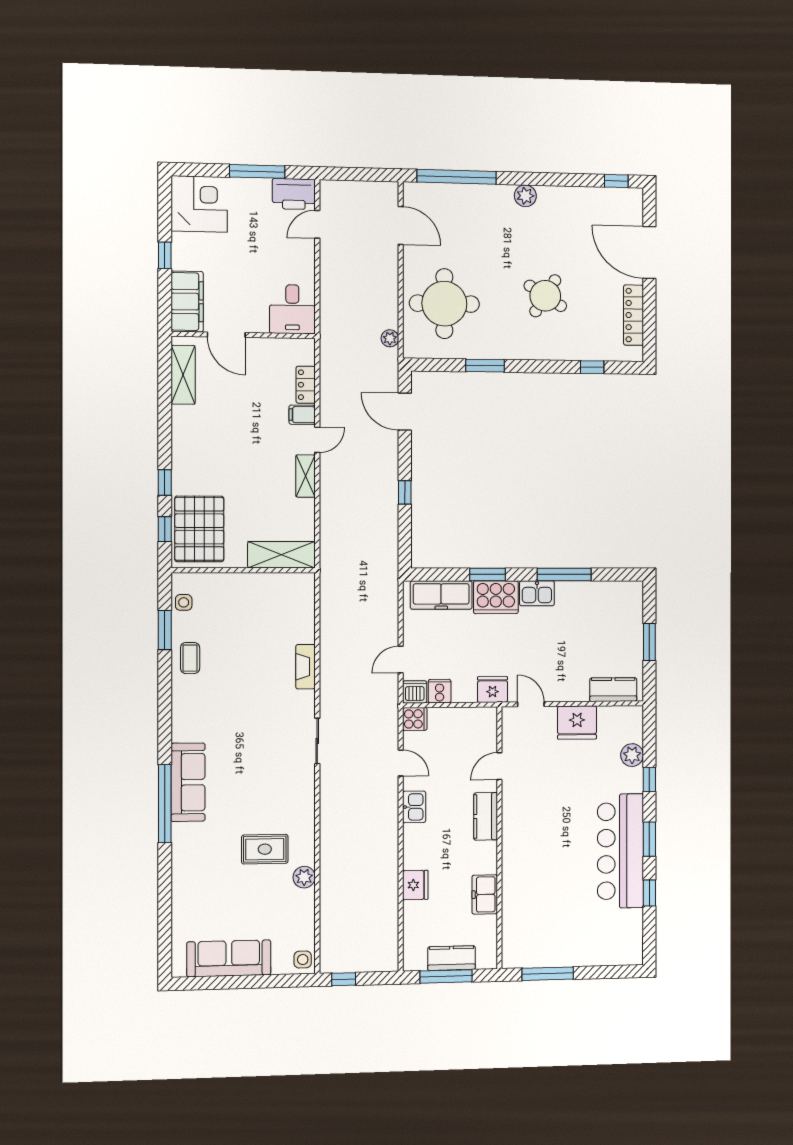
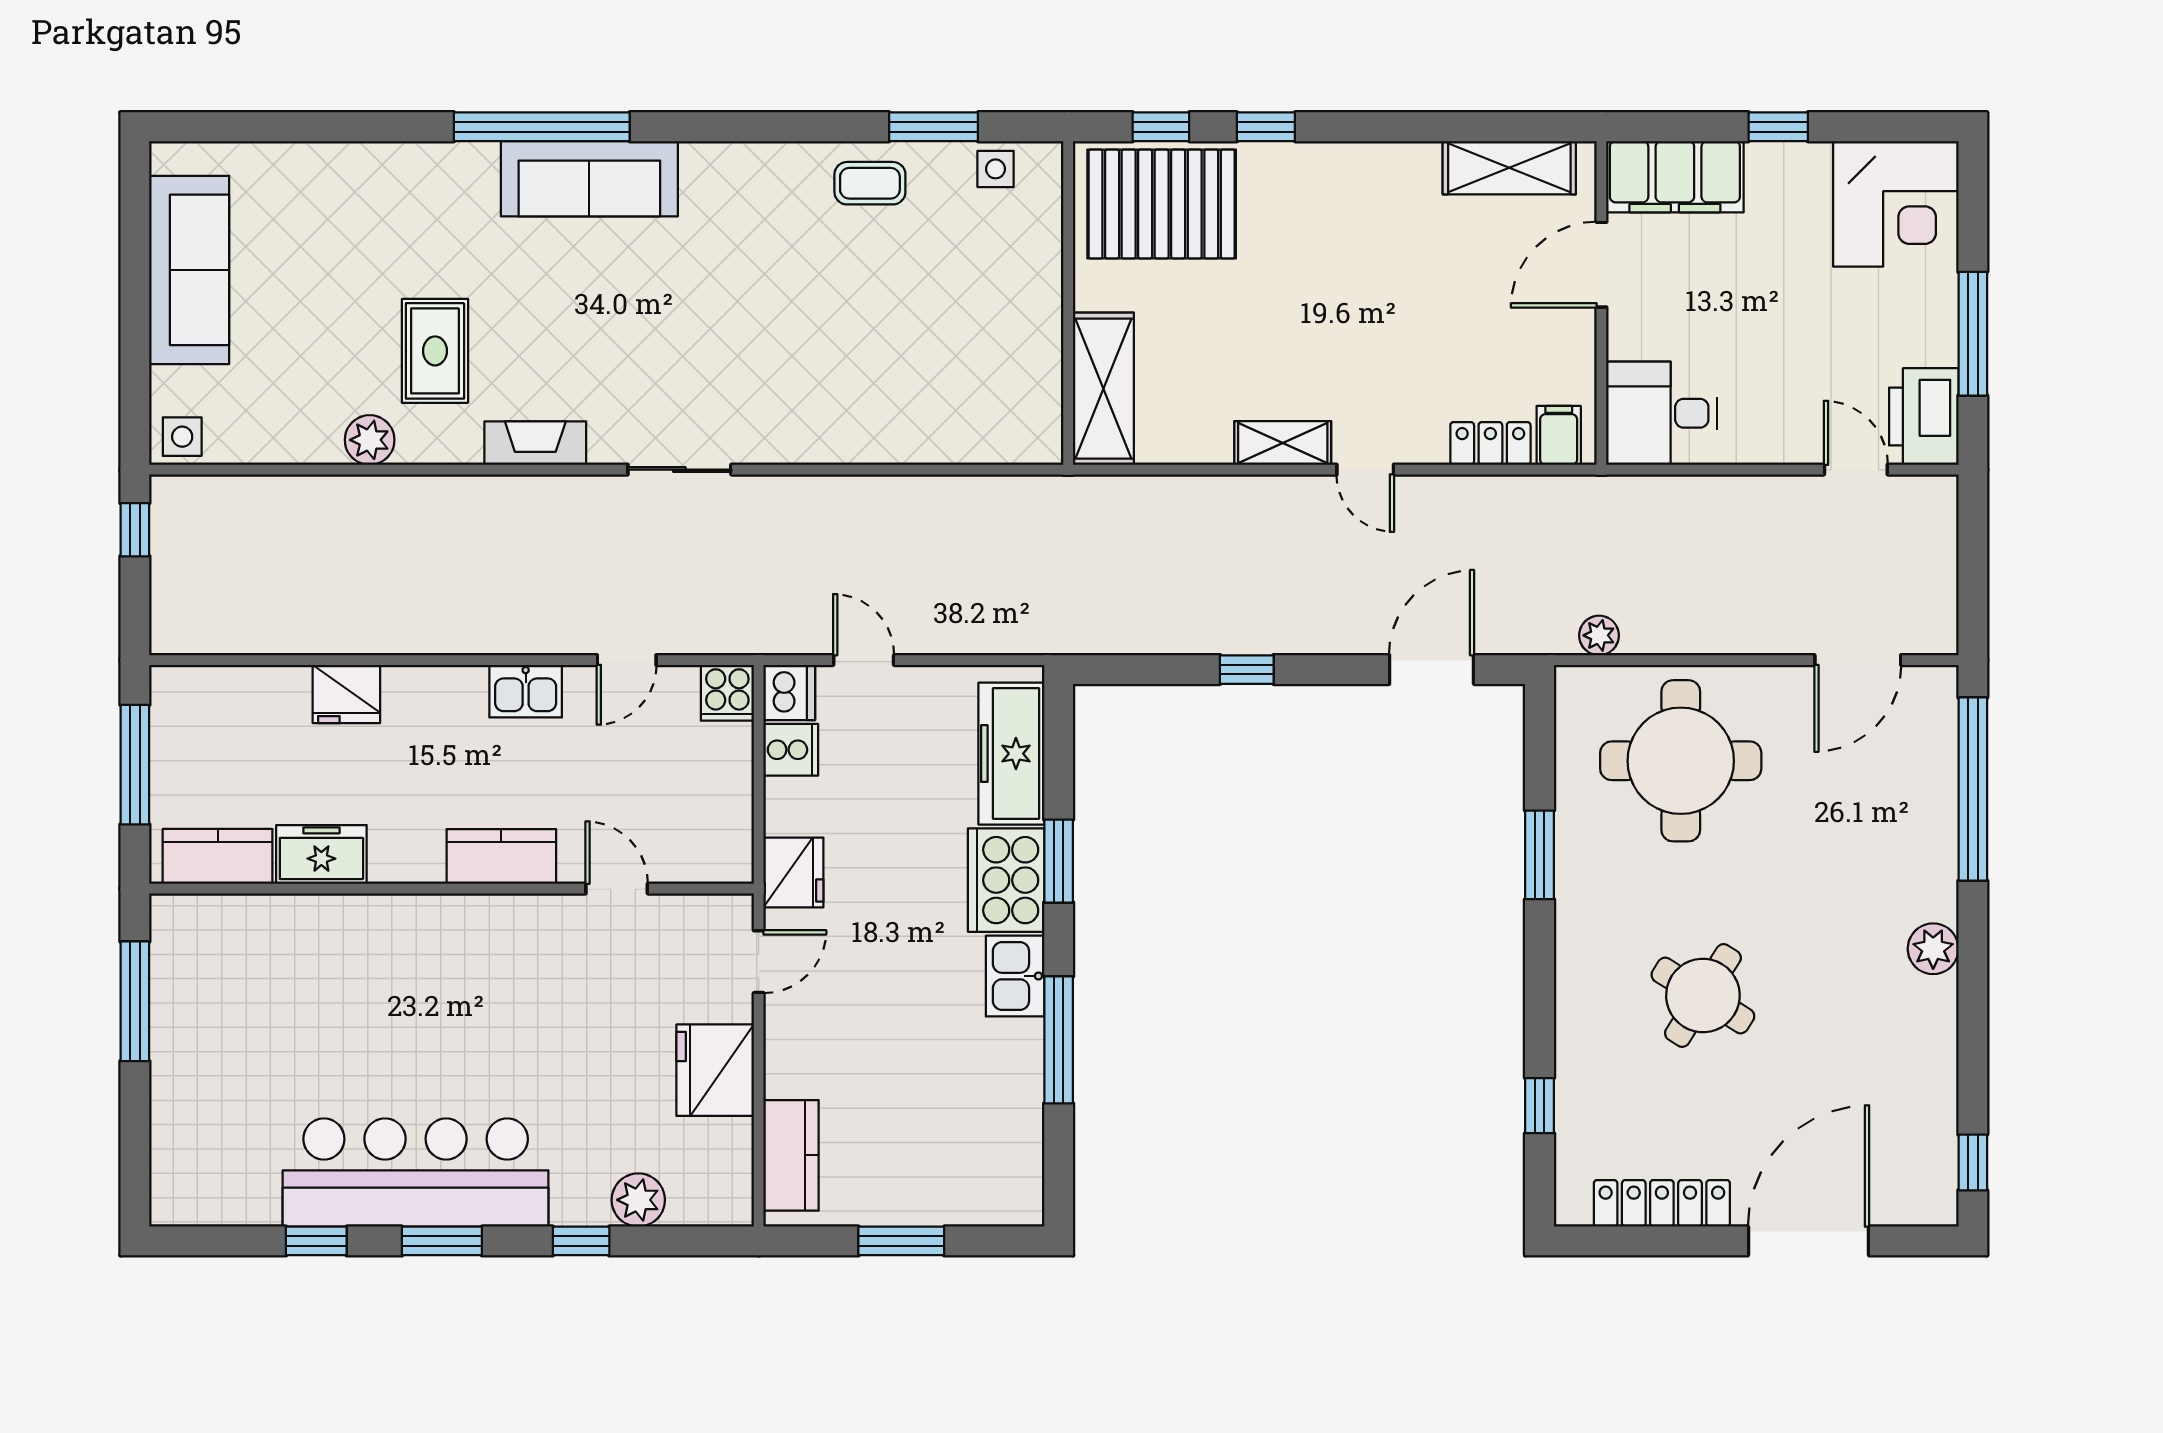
filing cabinet: (302, 415) -> (1559, 435), moved
fireplace: (306, 667) -> (535, 443), moved
kitchen counter: (452, 958) -> (218, 856), moved, turned -90

